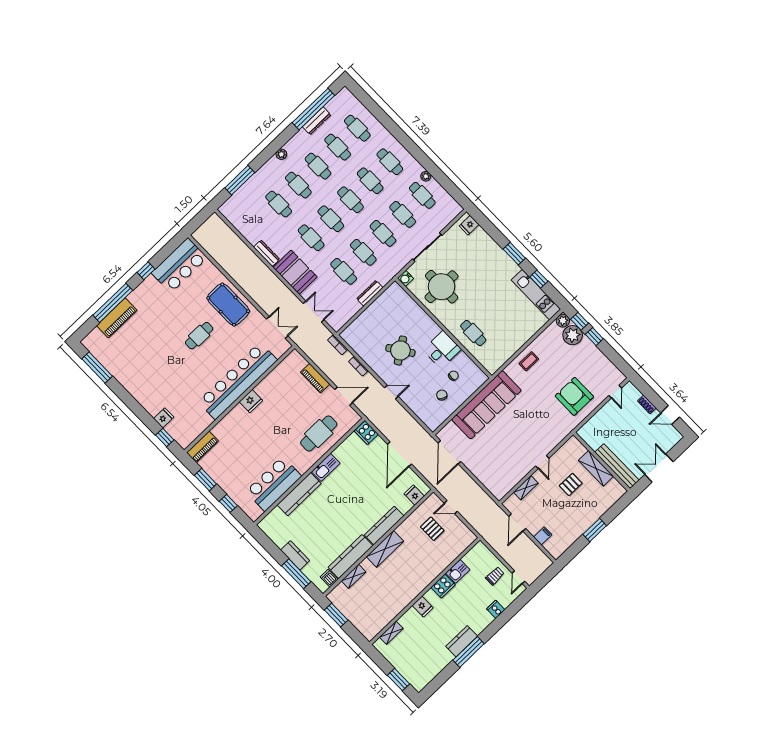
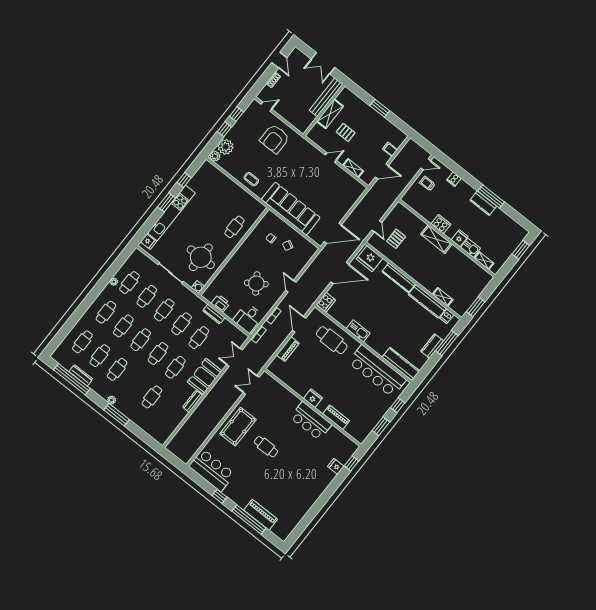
window: (240, 180) -> (117, 415), moved
cafe table: (298, 185) -> (134, 383), removed
kitchen unit: (536, 295) -> (171, 213), moved, width x1.36
printer: (382, 303) -> (221, 303), added
window: (579, 321) -> (236, 114), moved
desk: (442, 350) -> (248, 318), moved, turned -90
window: (97, 368) -> (303, 525), removed
bar counter: (238, 381) -> (311, 421), width x0.54
piano: (202, 447) -> (336, 417), moved
bar counter: (274, 484) -> (377, 371), width x1.36
kitchen counter: (299, 494) -> (401, 364), moved
fridge: (414, 495) -> (370, 259), width x1.88, depth x1.34
shelving: (385, 549) -> (436, 239), moved
kitchen sink: (458, 571) -> (471, 248), moved

